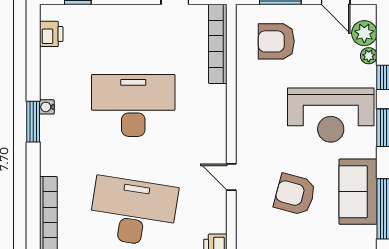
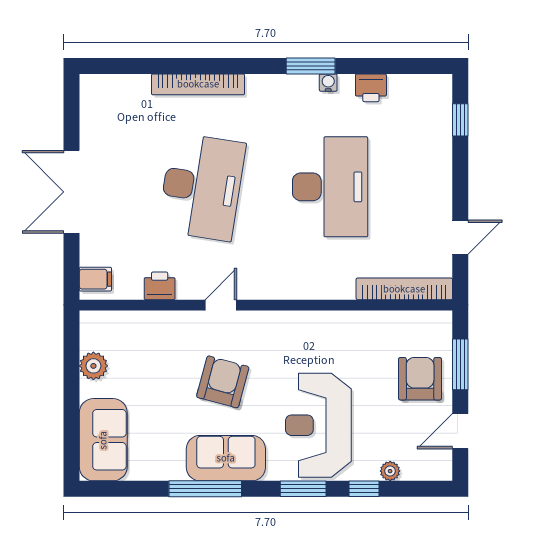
plant: (364, 33) -> (417, 466), removed
printer: (51, 34) -> (371, 88), moved
armchair: (276, 41) -> (420, 379), moved
door: (231, 177) -> (221, 305), moved

